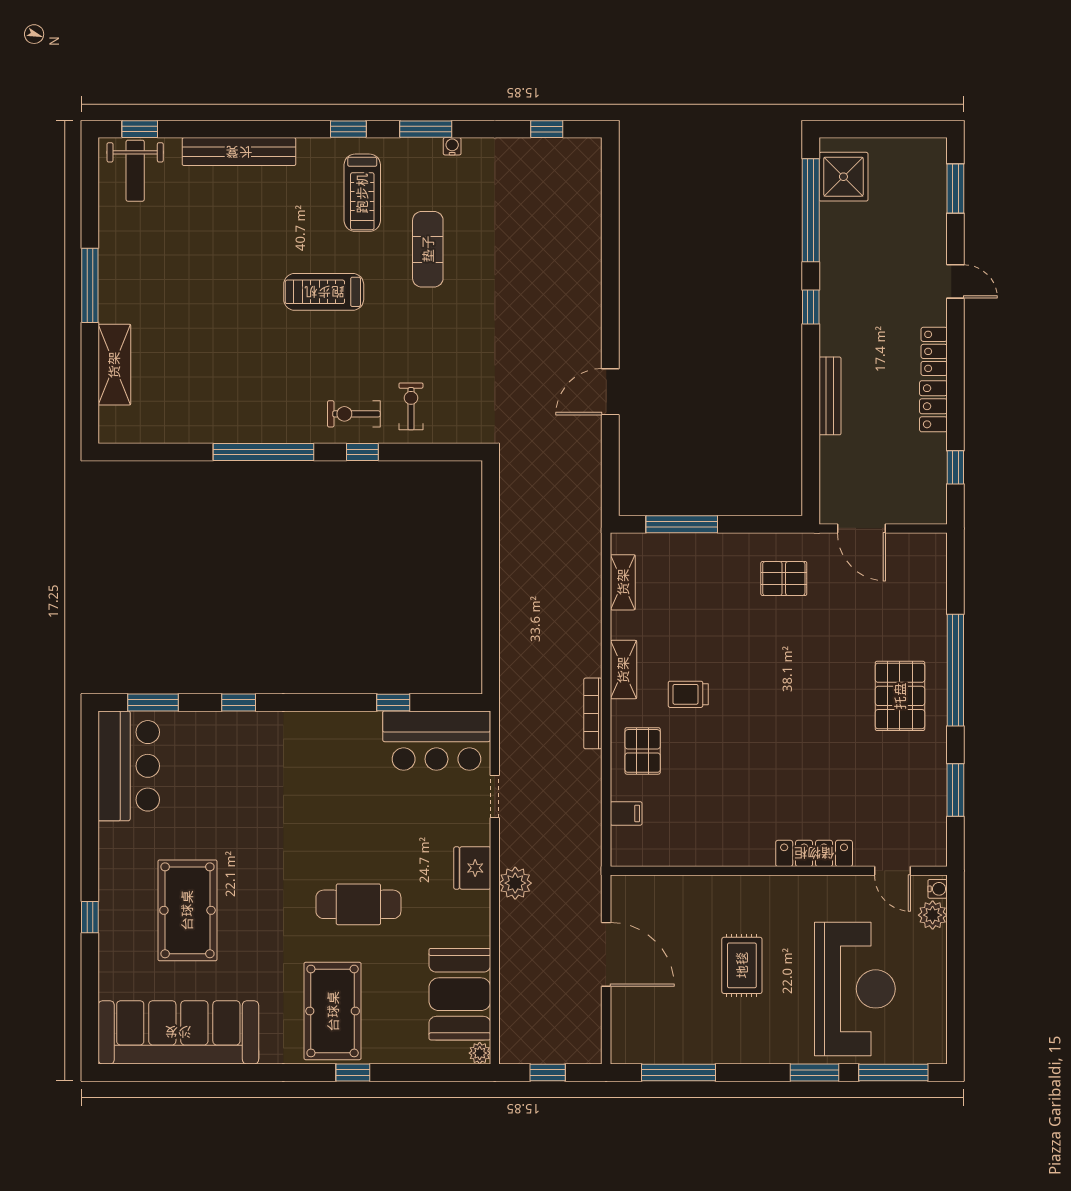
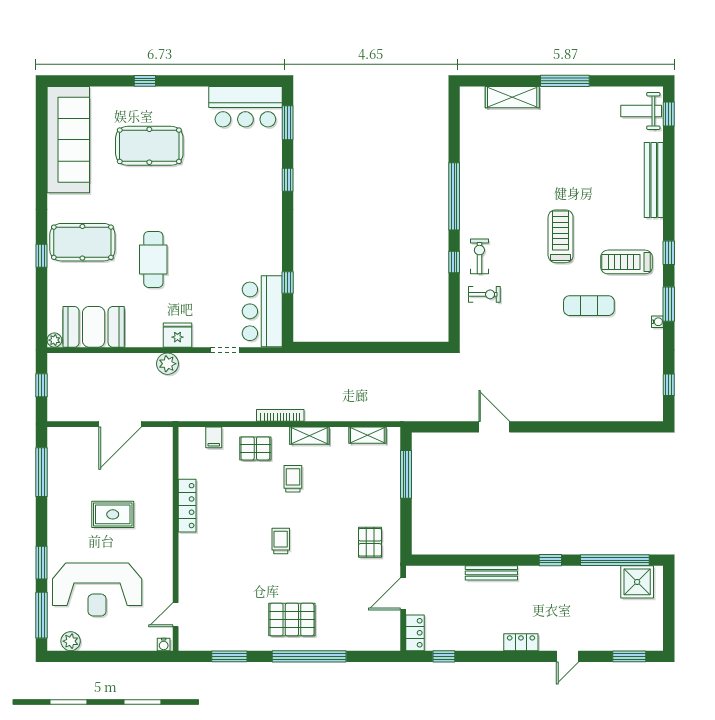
locker: (933, 406) -> (415, 633), moved, turned 90
trolley: (782, 713) -> (281, 541), added
locker: (814, 853) -> (187, 506), moved
plant: (933, 915) -> (71, 641), moved

